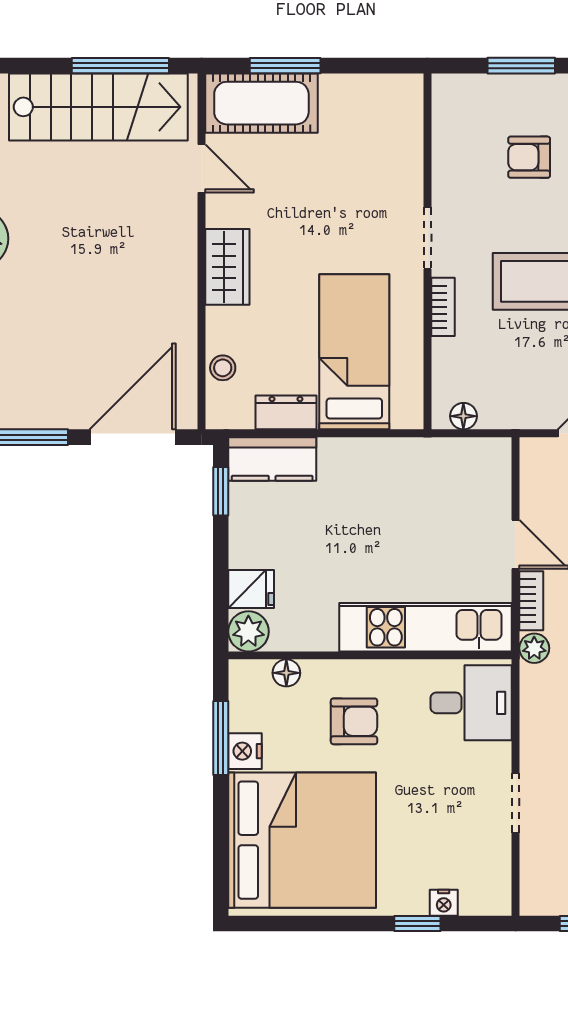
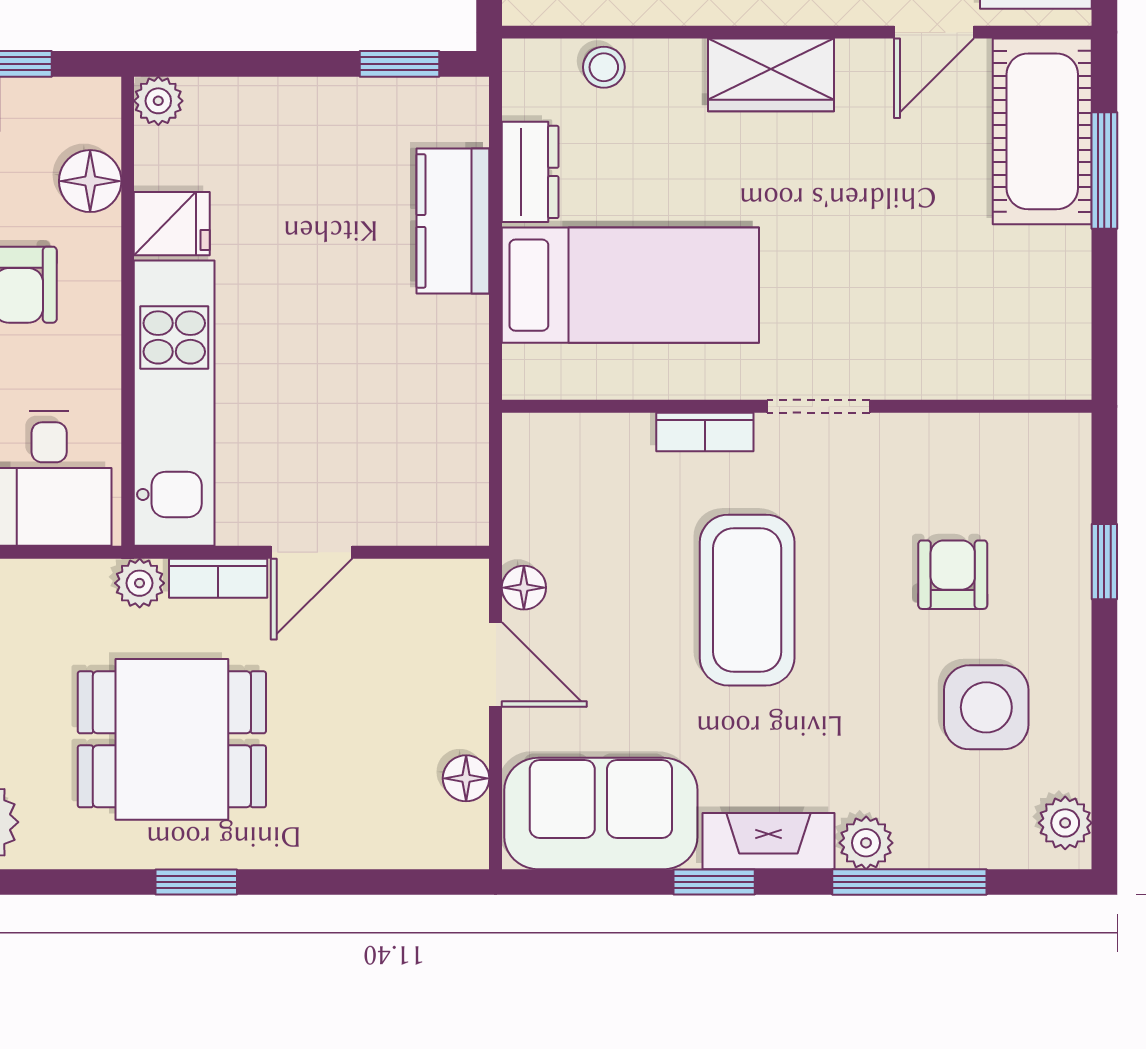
window: (521, 66) -> (1104, 562), width x0.67
floor lamp: (463, 416) -> (524, 588), moved
kitchen counter: (272, 459) -> (453, 221), moved
fridge: (251, 589) -> (172, 224), moved, turned -90
plant: (248, 631) -> (158, 101), width x0.73, depth x0.73
floor lamp: (286, 673) -> (90, 181), width x1.37, depth x1.37

